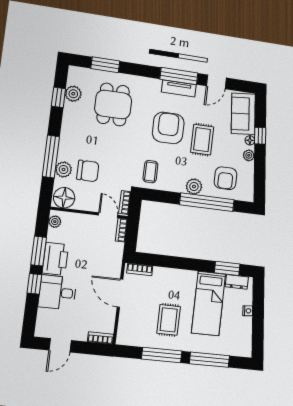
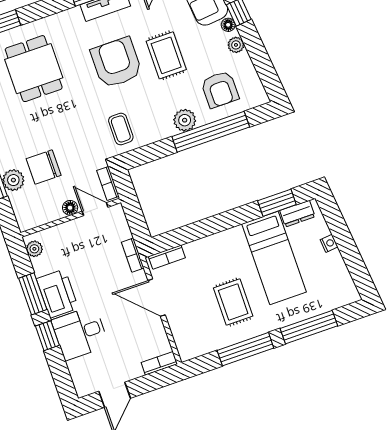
chair: (88, 171) -> (44, 167), turned 180
floor lamp: (64, 198) -> (70, 208), moved, width x0.53, depth x0.53
bookcase: (121, 230) -> (133, 255), moved

